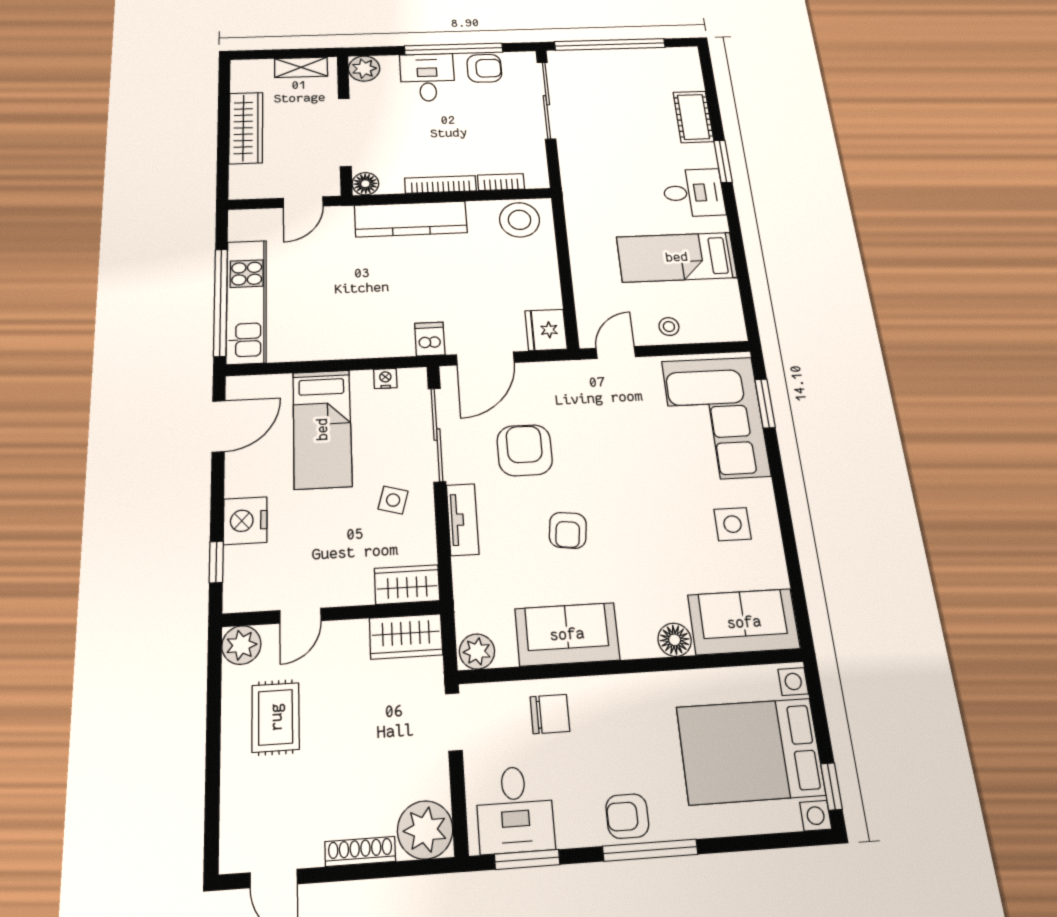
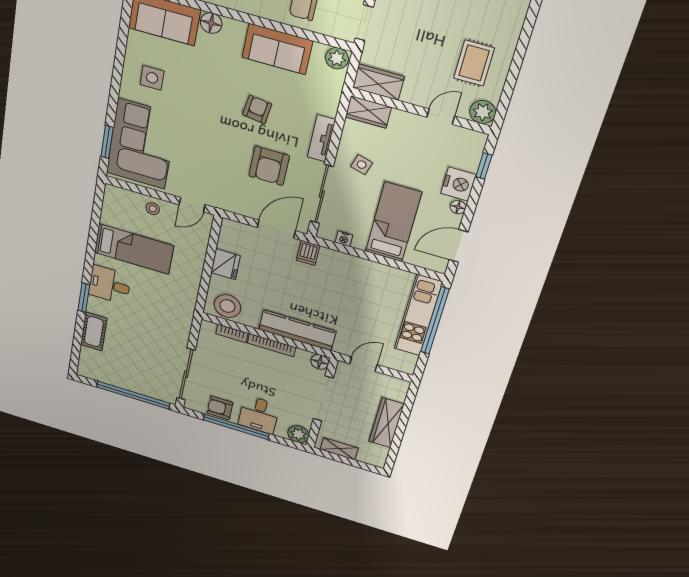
fridge: (546, 330) -> (226, 264), moved
floor lamp: (236, 485) -> (458, 207), added

